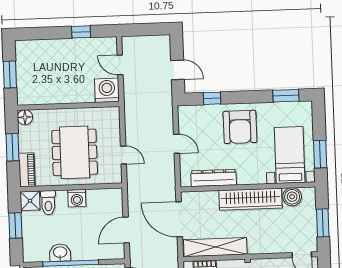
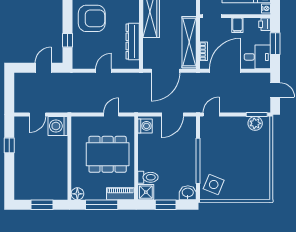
window: (13, 147) -> (102, 205), width x1.44
washing machine: (77, 198) -> (145, 126), moved
door: (126, 230) -> (173, 114), hinge flipped
washbasin: (60, 253) -> (188, 193), moved, turned 90

